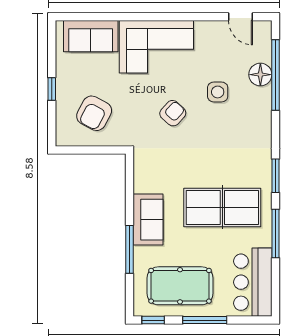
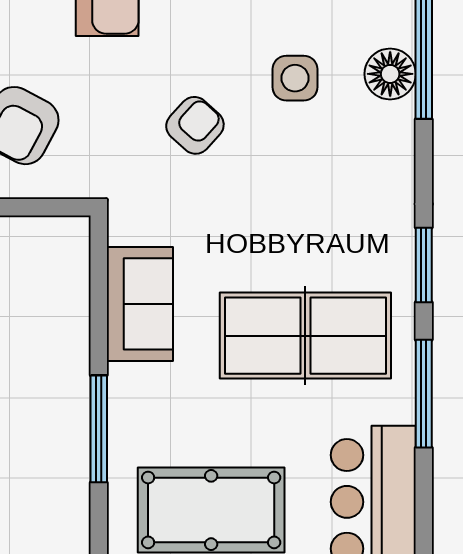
floor lamp: (260, 75) -> (390, 74), moved
sofa: (148, 220) -> (140, 304), moved

